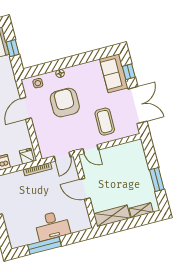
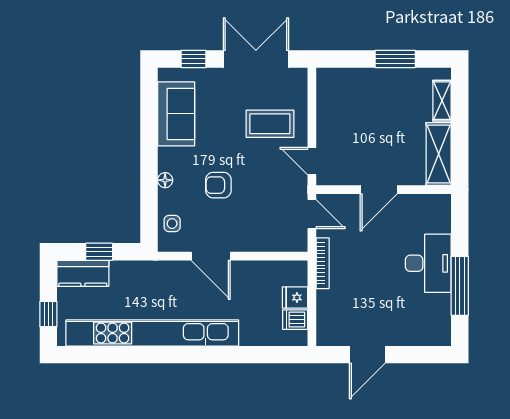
sofa: (114, 73) -> (176, 114), moved, turned -90
armchair: (65, 103) -> (218, 185), width x0.53, depth x0.53
door: (91, 149) -> (312, 161), swing flipped
fridge: (27, 156) -> (295, 297), moved

